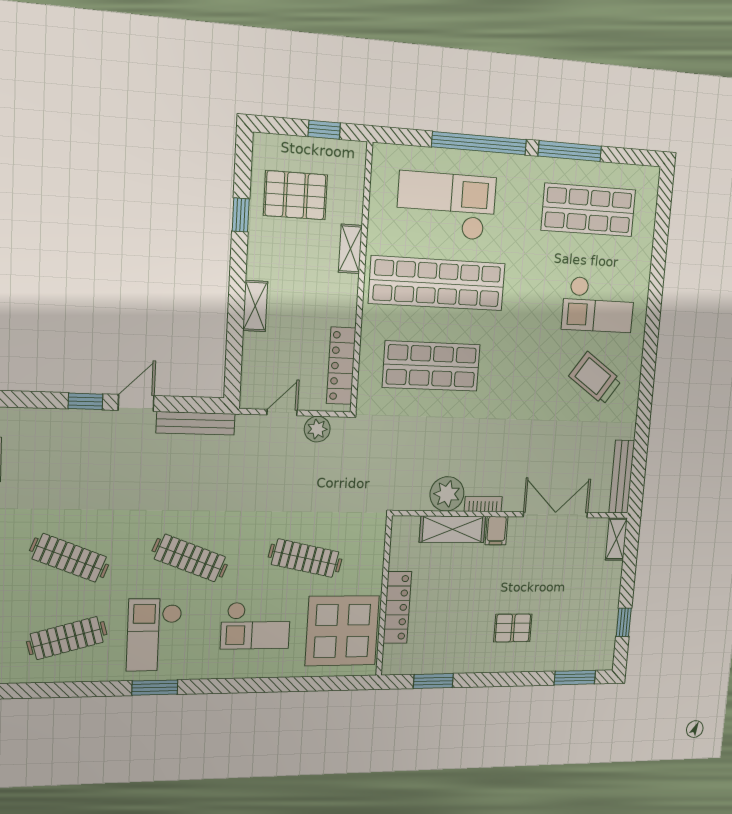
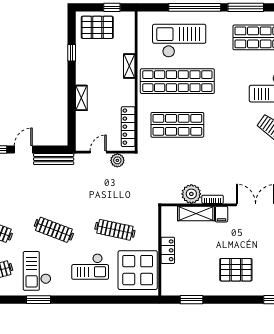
pallet: (296, 195) -> (97, 27), moved
locker: (397, 607) -> (168, 250), width x0.66
pallet: (513, 628) -> (236, 270), width x1.50, depth x1.42

